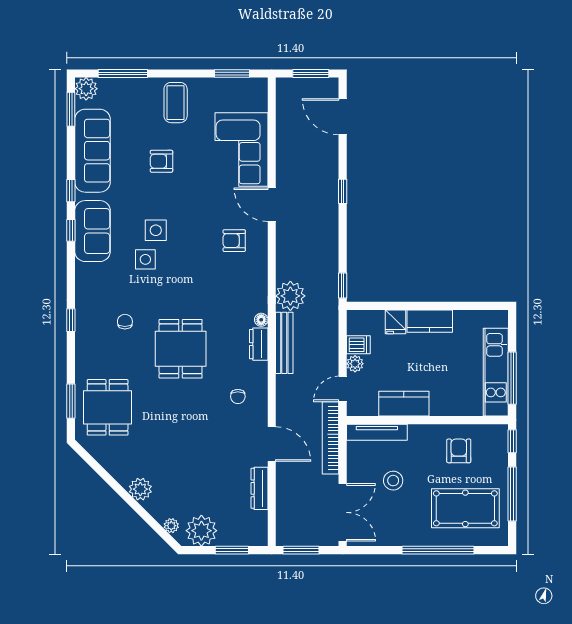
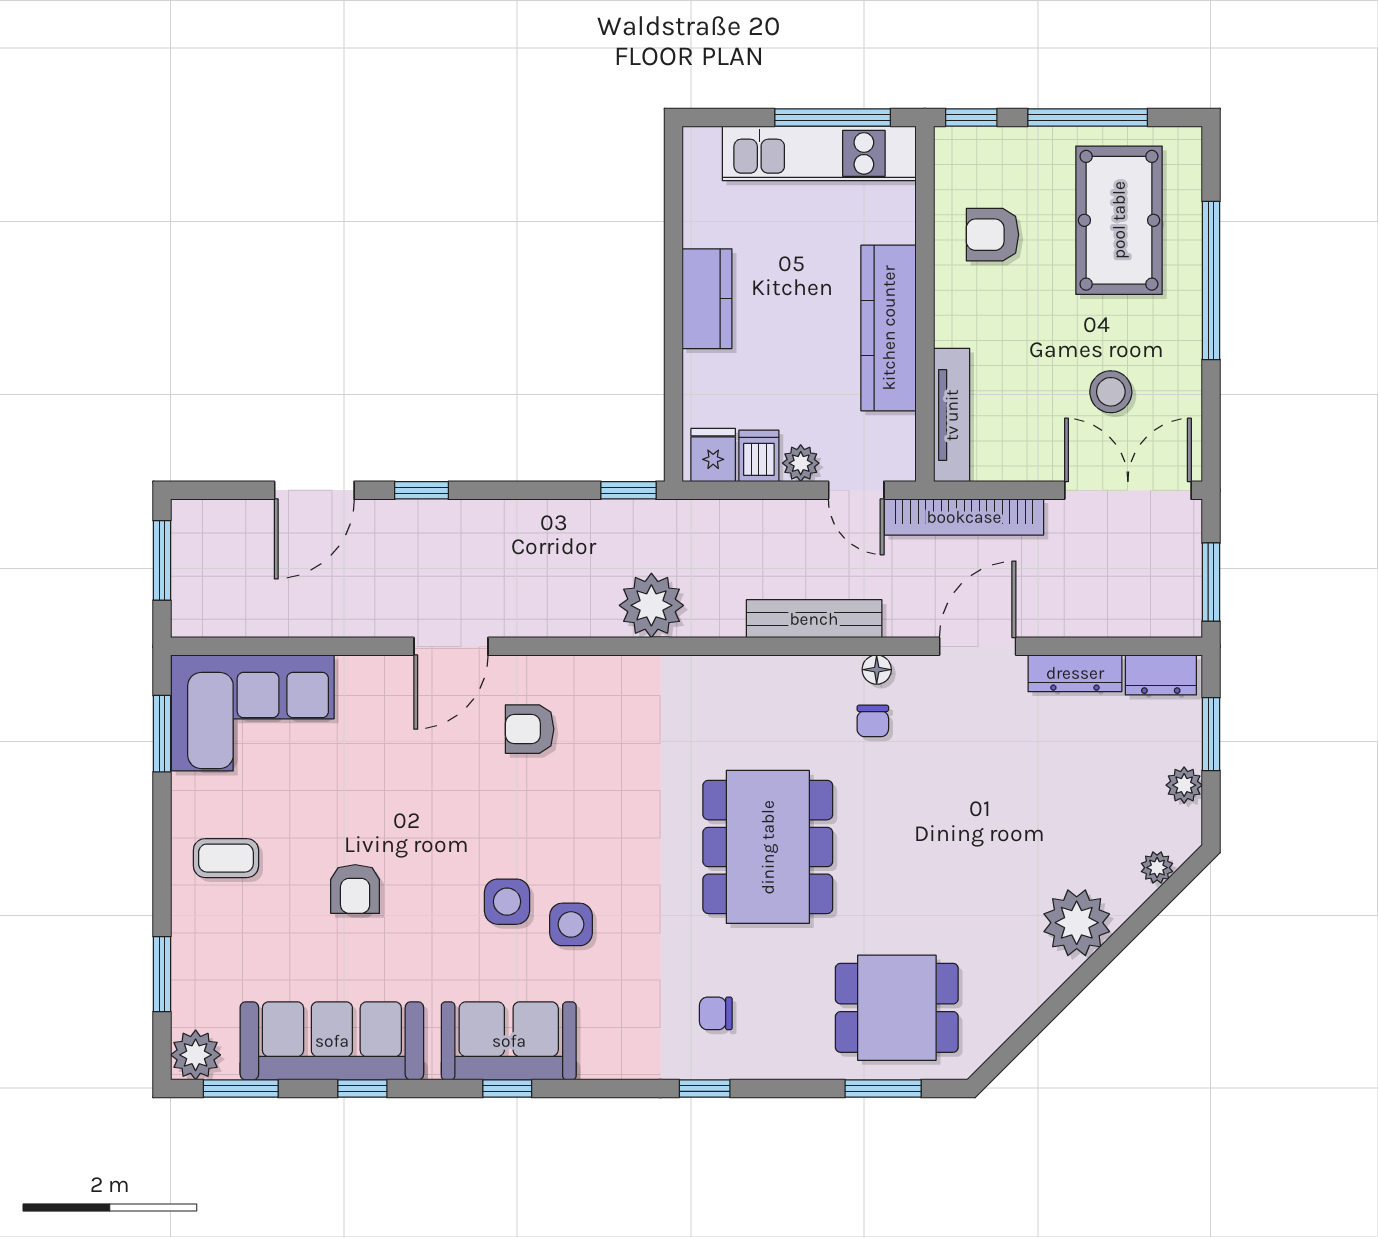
window: (123, 73) -> (162, 974), width x0.69
coffee table: (176, 103) -> (226, 858), width x0.73, depth x0.77
door: (343, 117) -> (314, 490), moved
corner sofa: (241, 149) -> (253, 713), moved
window: (71, 191) -> (362, 1088), moved
armchair: (234, 241) -> (530, 729), turned 90
floor lamp: (261, 320) -> (877, 670), moved
chair: (125, 322) -> (716, 1013), moved
fridge: (395, 322) -> (713, 455), moved, turned -90
bench: (284, 343) -> (814, 619), moved
dresser: (259, 344) -> (1161, 675), moved
dining table: (181, 349) -> (768, 847), width x1.38
chair: (238, 396) -> (873, 721), turned 90
kitchen counter: (404, 404) -> (889, 328), width x1.50
stool: (393, 481) -> (1111, 392), moved
plant: (140, 489) -> (1077, 923), width x1.36, depth x1.36
plant: (201, 531) -> (1184, 785), width x0.53, depth x0.53

